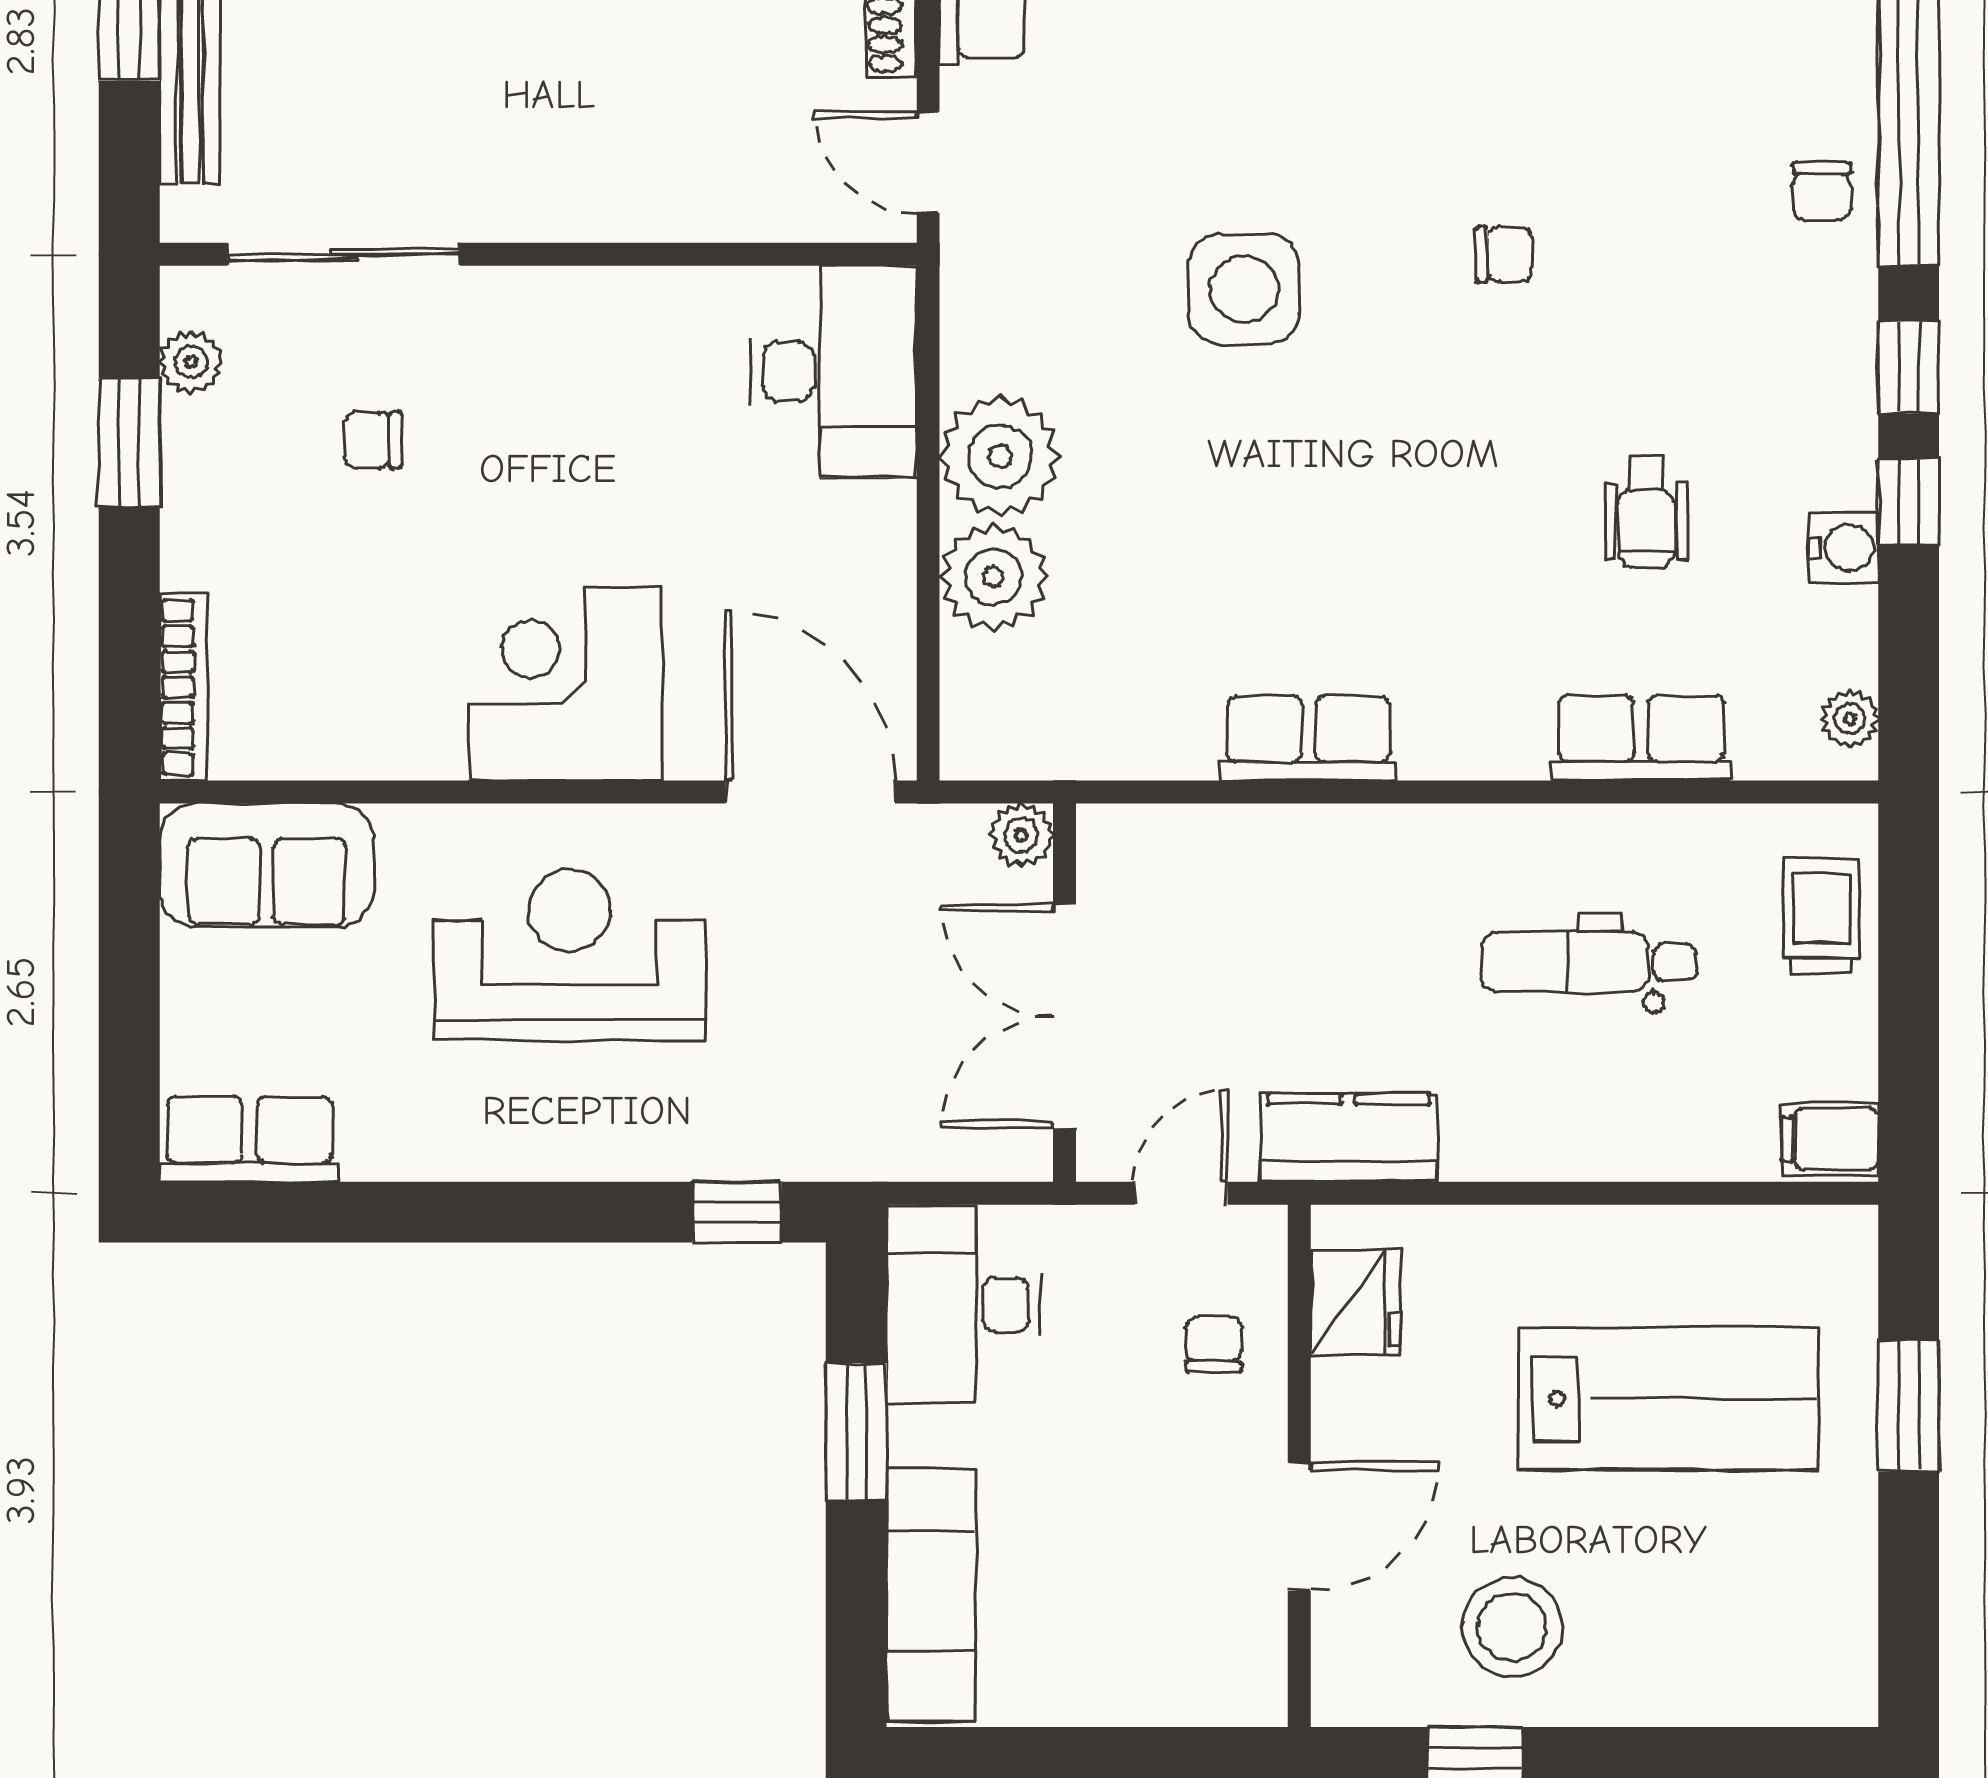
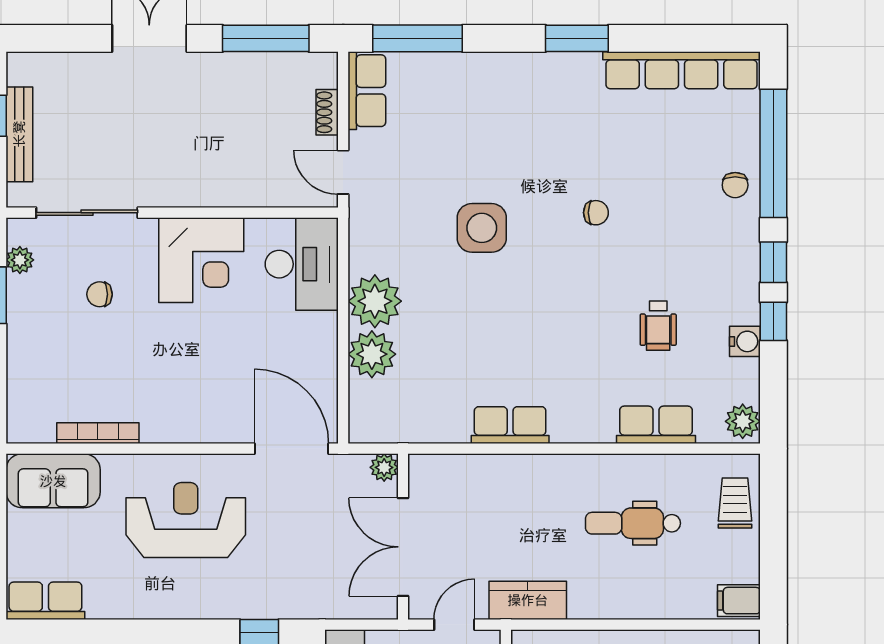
corner desk: (565, 684) -> (201, 260), moved, turned 180
bookcase: (183, 687) -> (98, 433), moved, turned -90
plant: (1850, 719) -> (743, 421), width x1.38, depth x1.38

